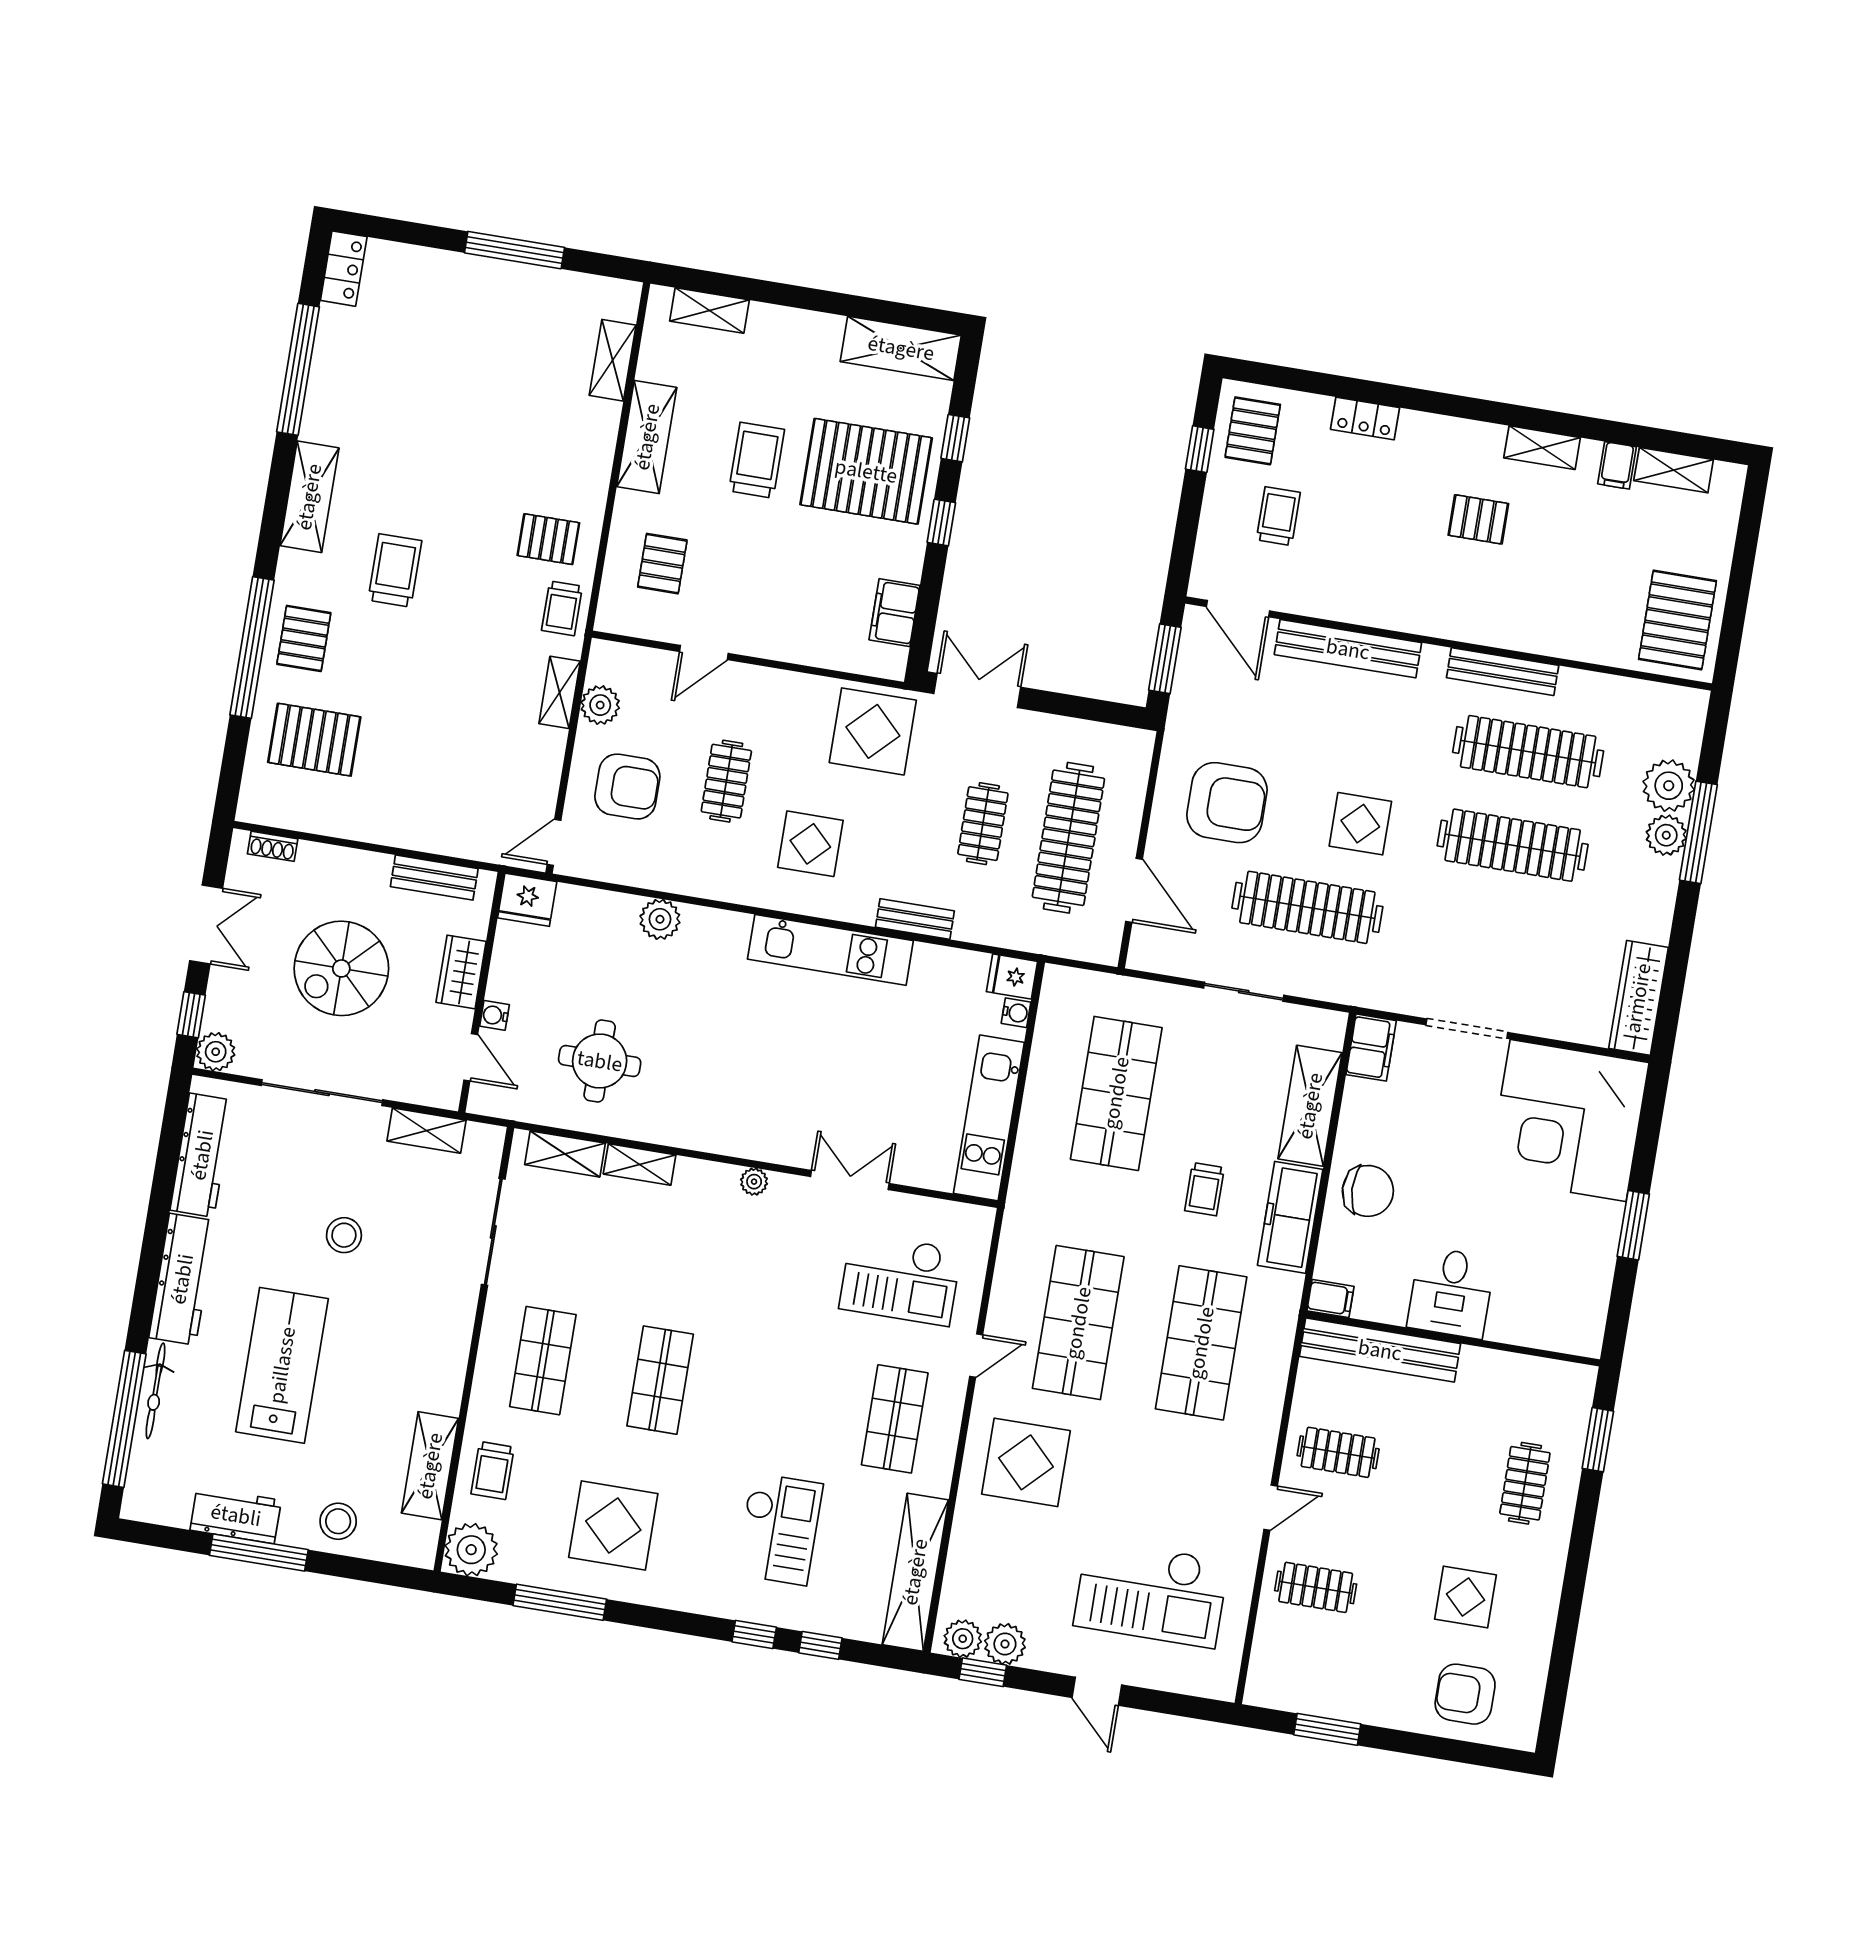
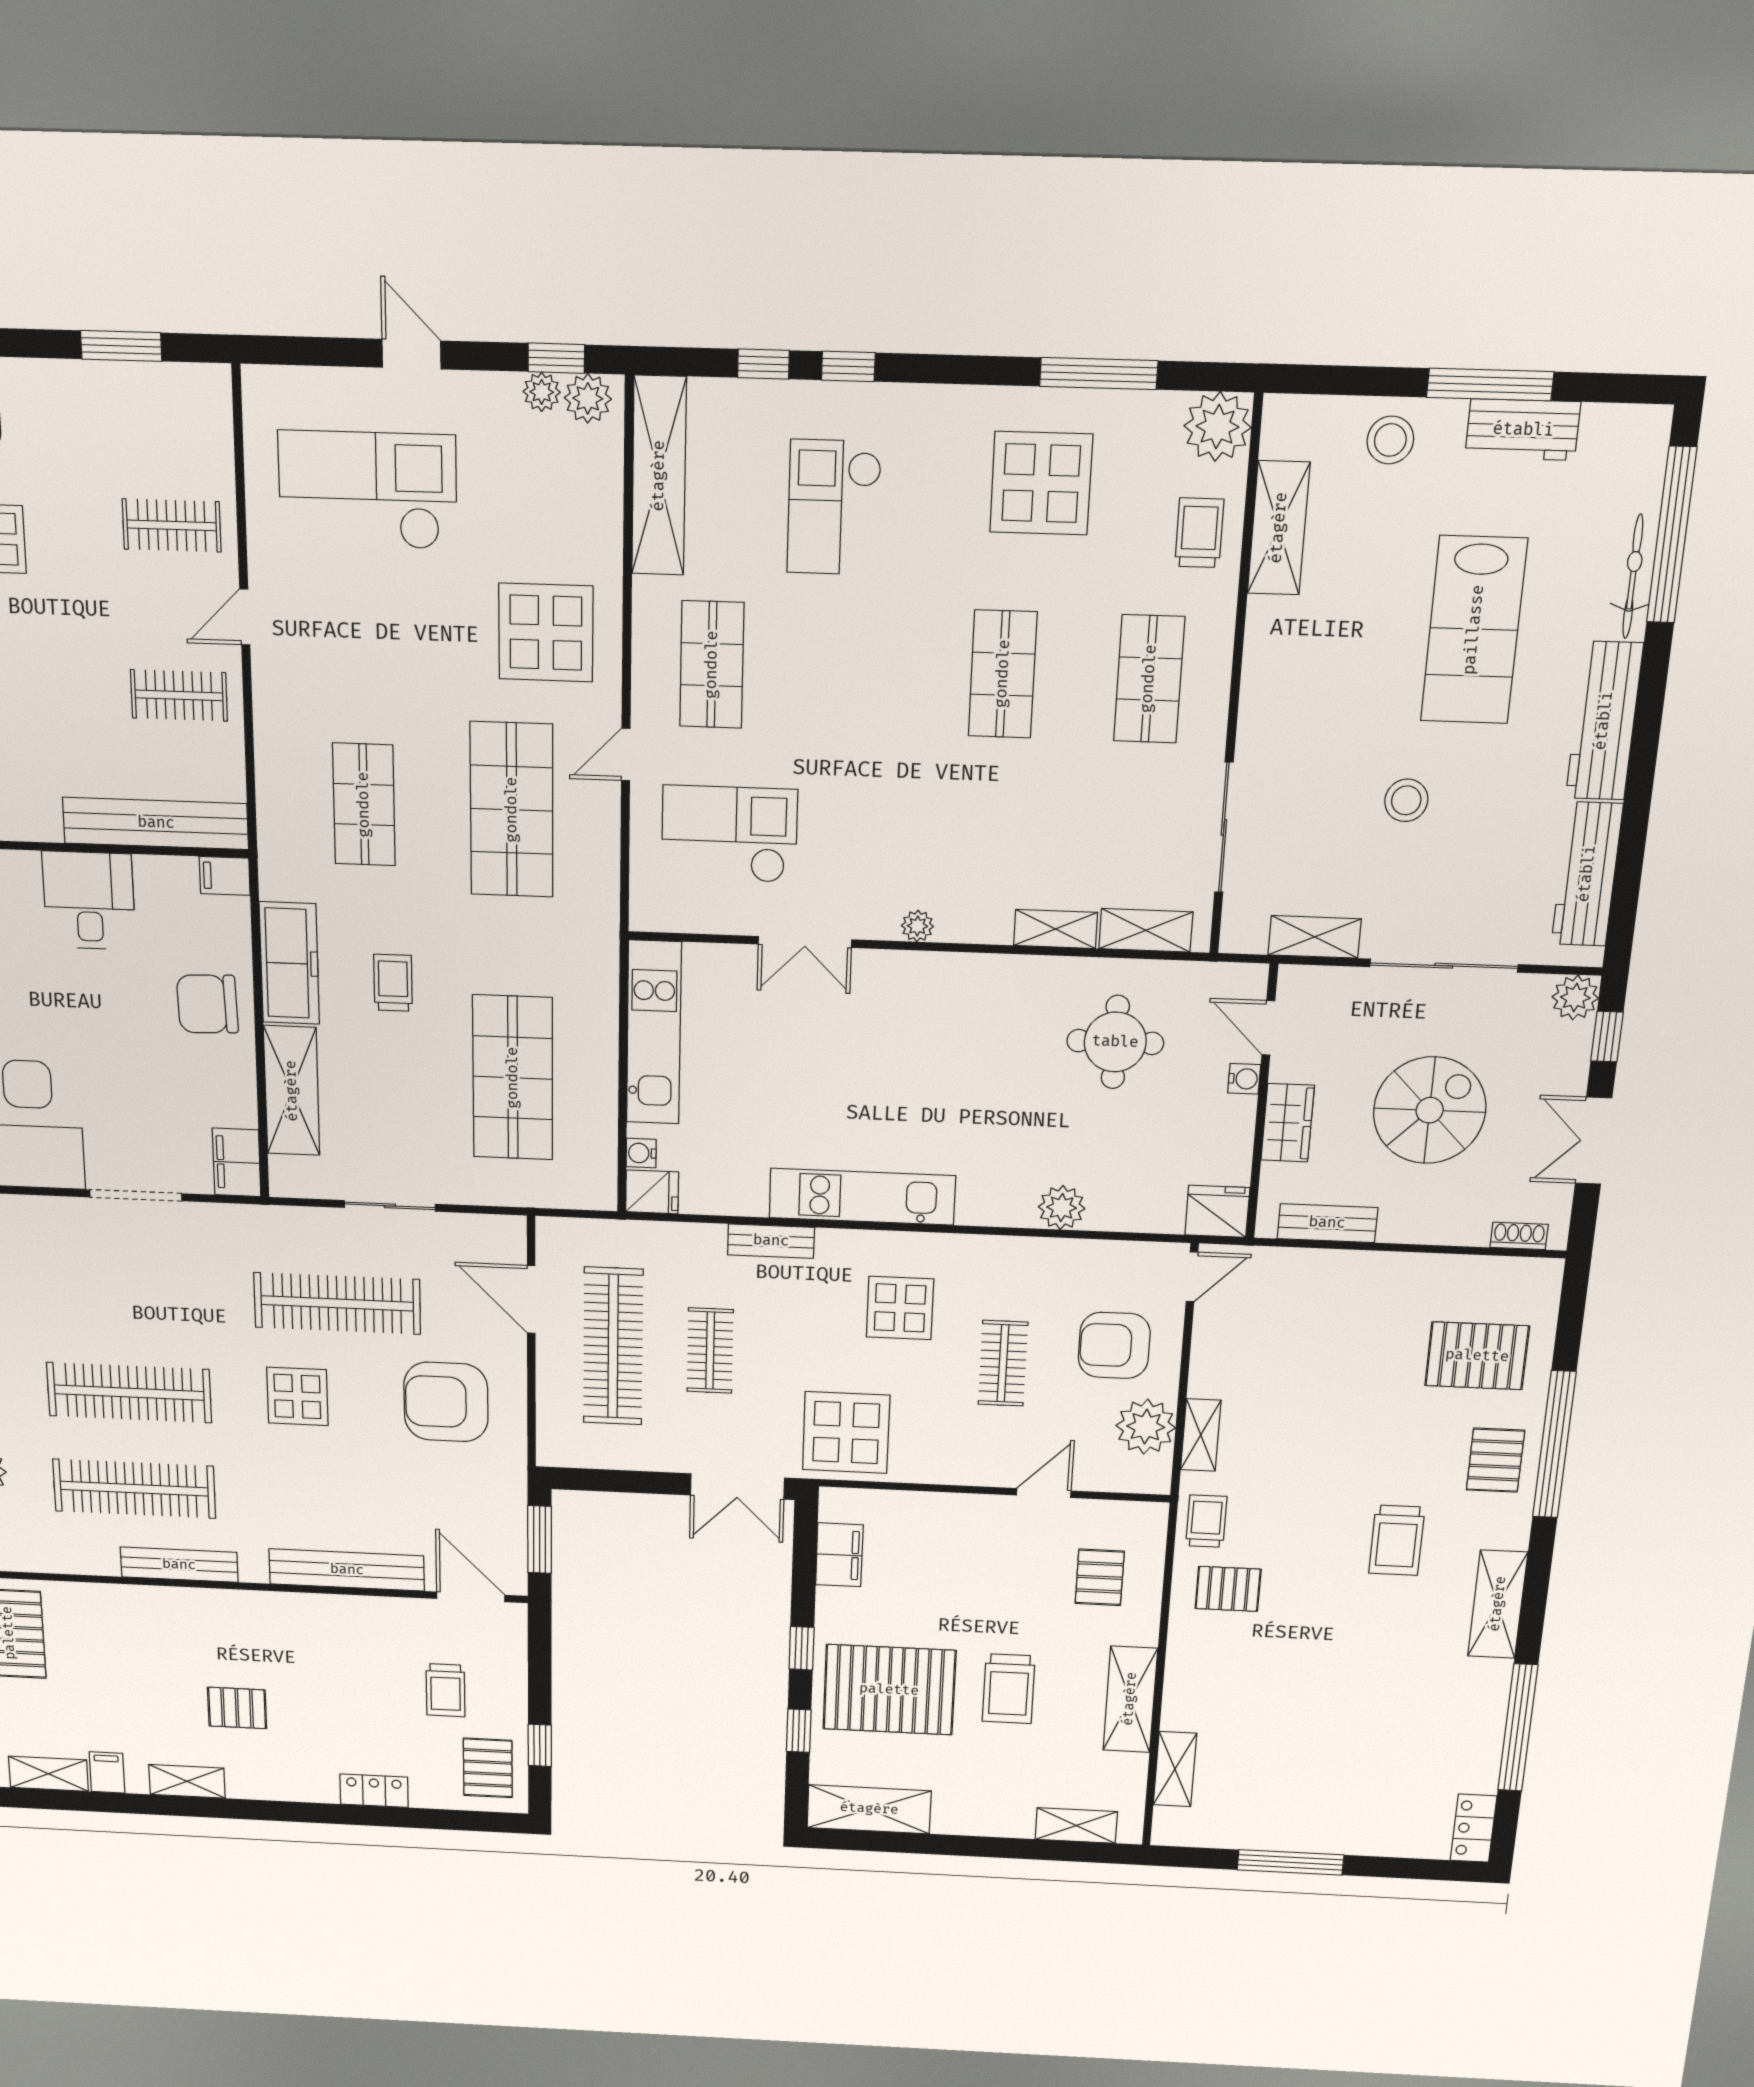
plant: (600, 705) -> (1146, 1427), width x1.36, depth x1.36
shop shelf: (1201, 1343) -> (364, 805), width x0.70, depth x0.74
plant: (1005, 1644) -> (542, 392), width x0.73, depth x0.73

